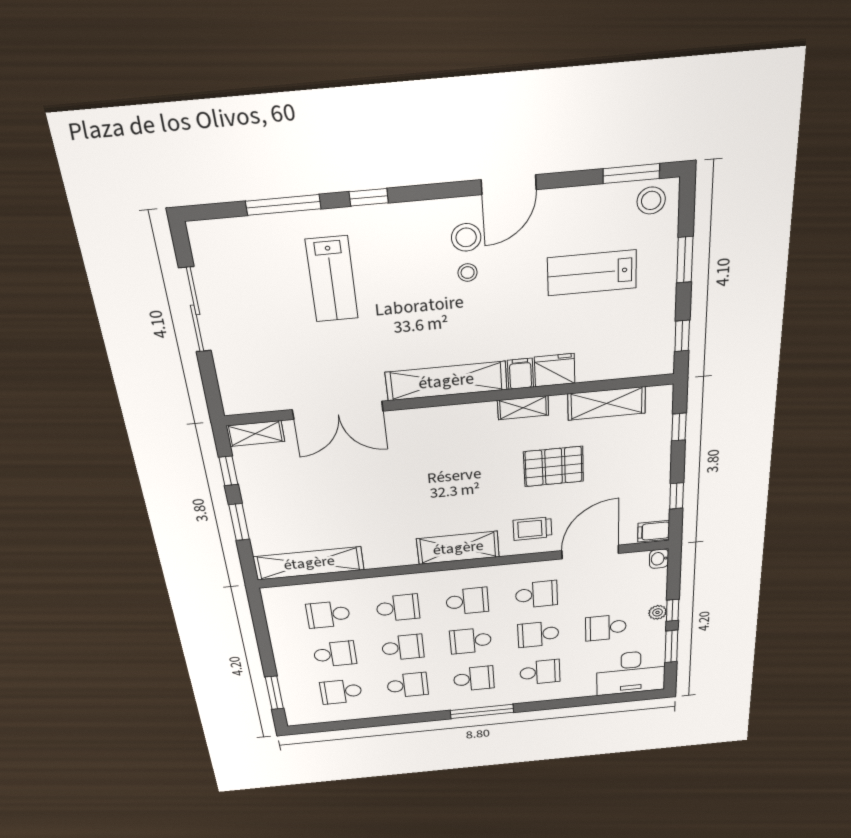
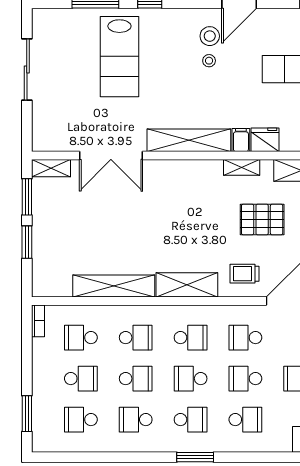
lab bench: (332, 279) -> (119, 57), width x1.36, depth x1.39
window: (228, 471) -> (27, 197), width x1.50
shelving: (309, 563) -> (114, 286), moved
school desk: (537, 594) -> (245, 338), turned 180
bookcase: (270, 603) -> (38, 321), added
school desk: (407, 685) -> (136, 420), turned 180
window: (482, 711) -> (195, 457), width x0.69

